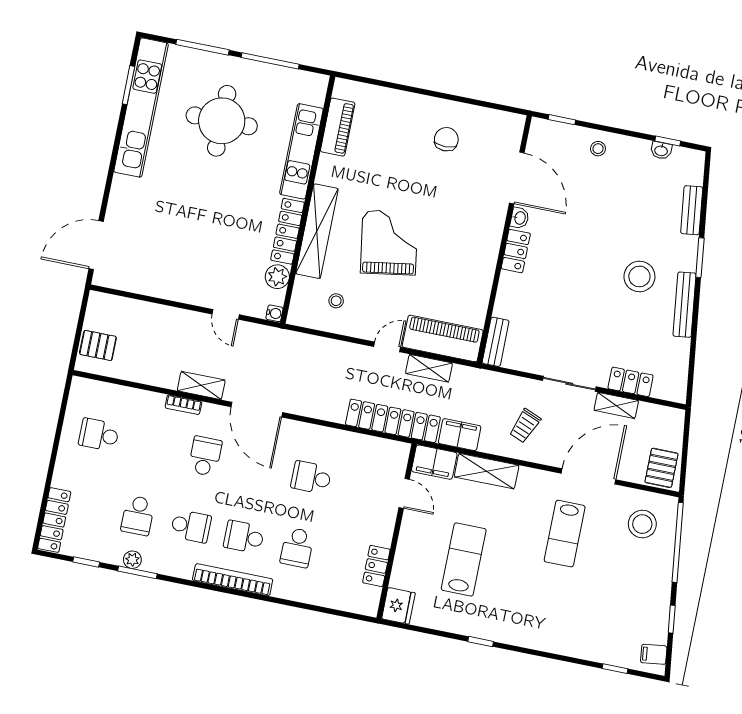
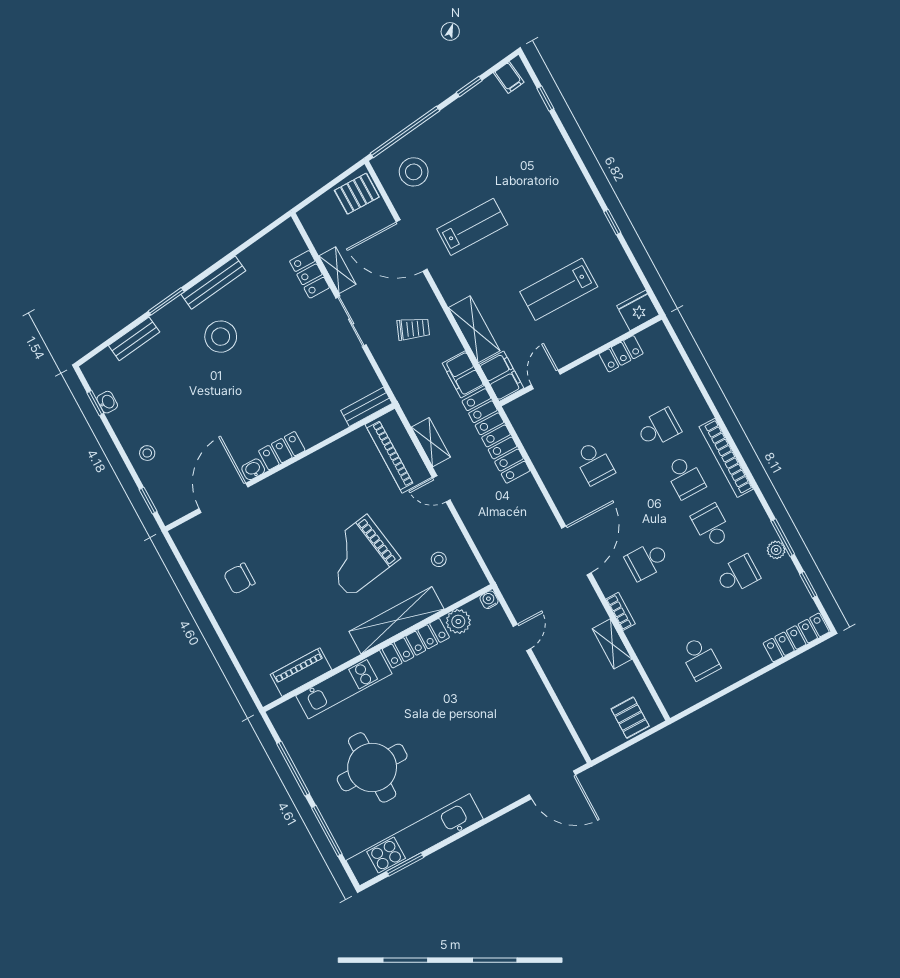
shelving: (201, 385) -> (612, 644), moved

